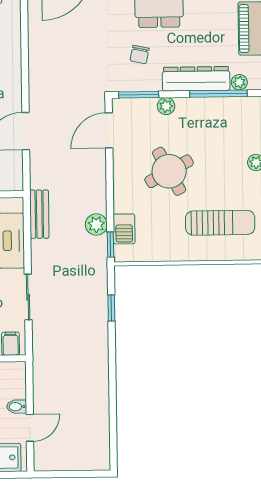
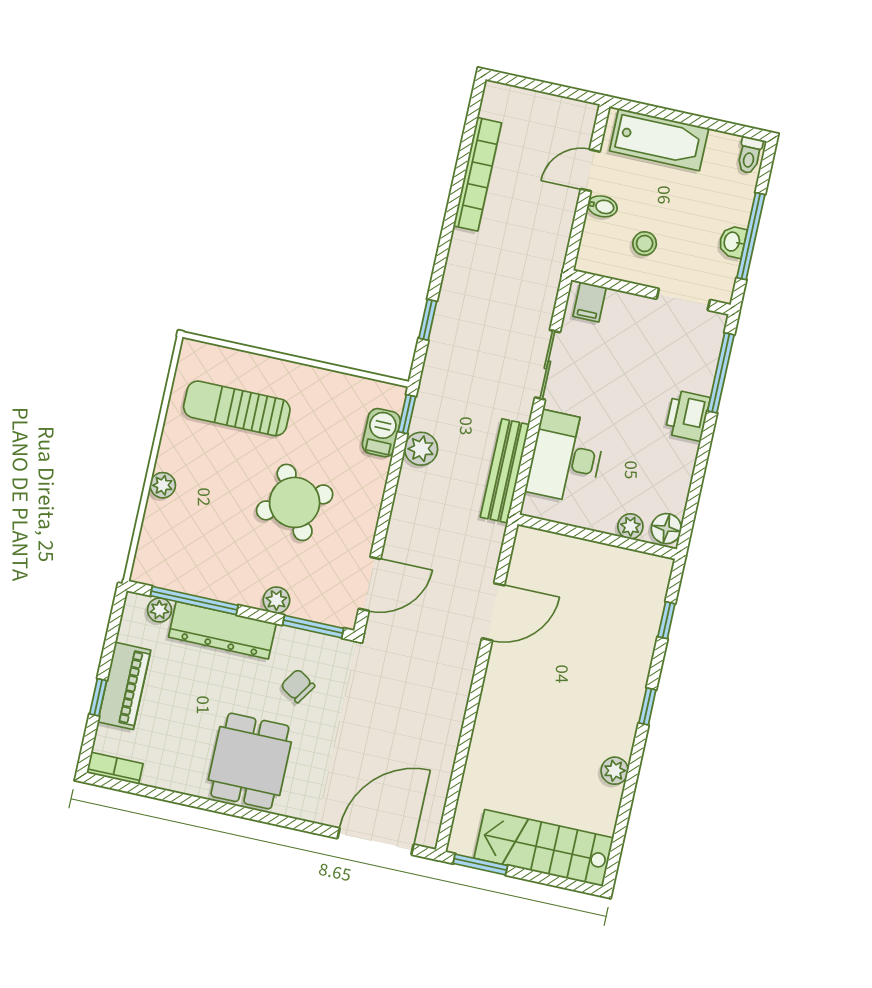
chair: (140, 55) -> (298, 686), turned -69
bench: (39, 214) -> (505, 471), width x1.36
bookcase: (101, 408) -> (477, 174), added

